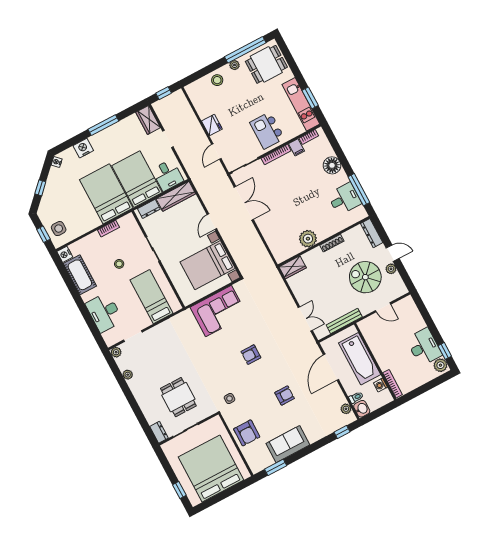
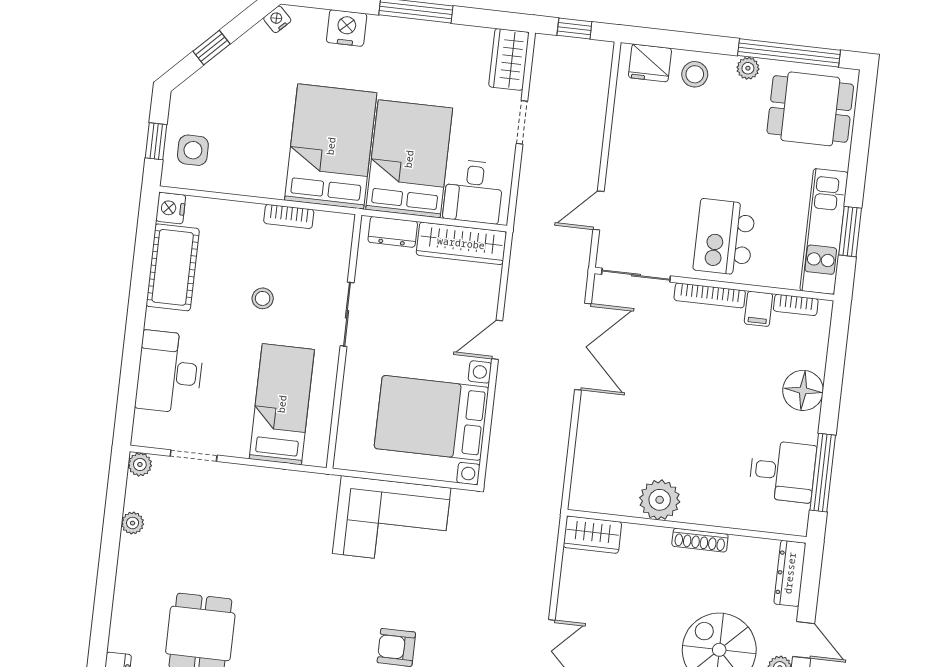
fridge: (212, 125) -> (650, 63), moved, turned 90

